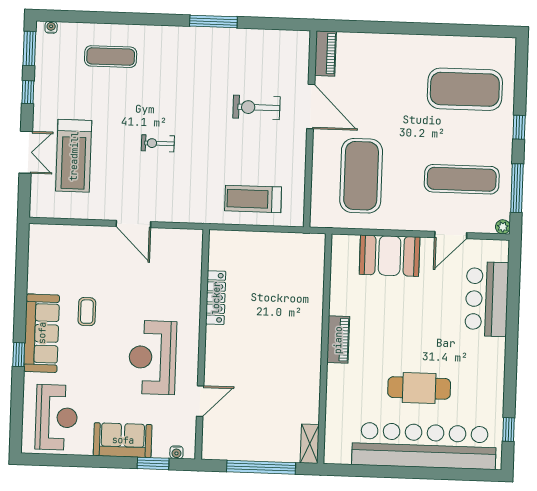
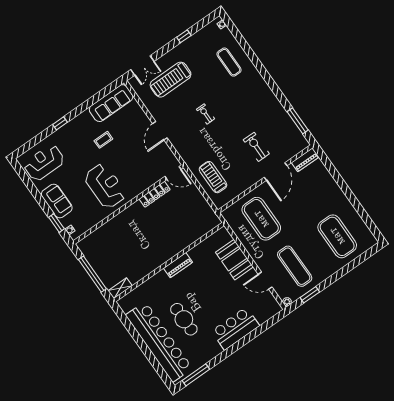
window: (213, 21) -> (298, 121), moved
window: (29, 48) -> (204, 22), removed
window: (519, 127) -> (339, 275), removed
double door: (26, 152) -> (142, 65), moved
exercise mat: (361, 176) -> (261, 219), turned 90
window: (517, 188) -> (310, 295), width x0.69
bar counter: (487, 299) -> (235, 328), moved
sofa: (42, 333) -> (111, 103), moved
reception desk: (153, 357) -> (105, 186), turned 90
door: (200, 401) -> (173, 173), moved
reception desk: (56, 417) -> (44, 163), turned 180
window: (509, 430) -> (196, 375), width x2.17

